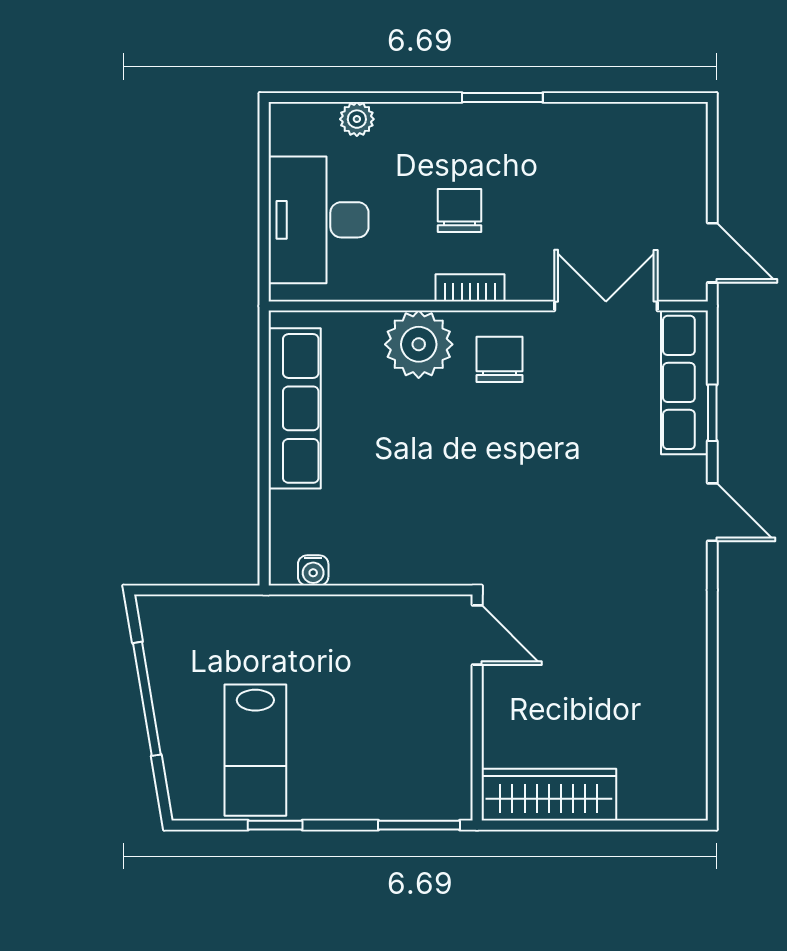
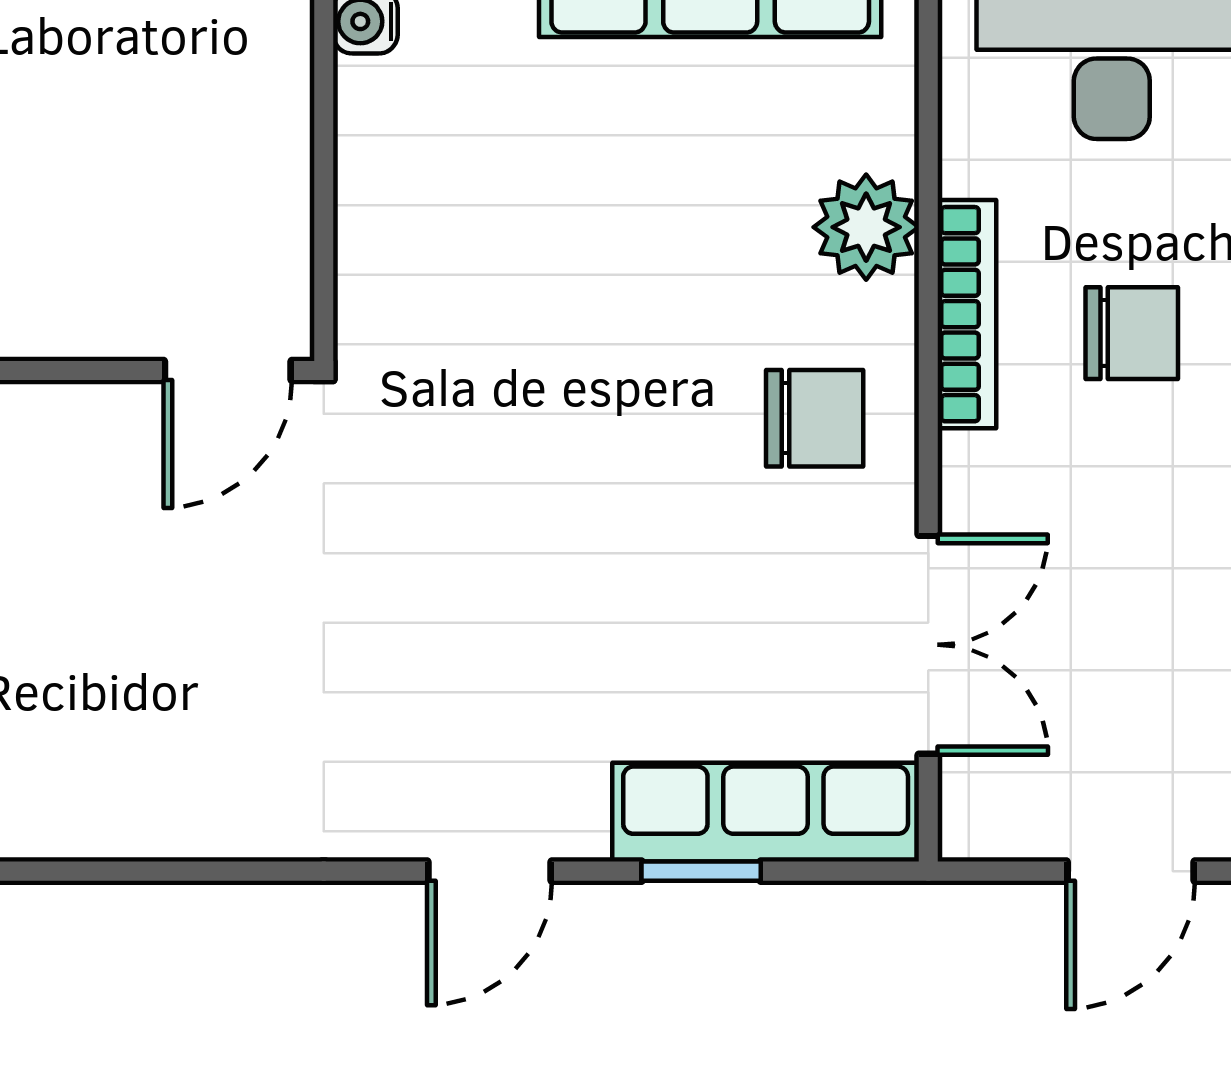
door: (712, 253) -> (1131, 871), moved
bookcase: (470, 288) -> (967, 314), width x1.56
plant: (419, 344) -> (866, 227), width x0.73, depth x0.73

